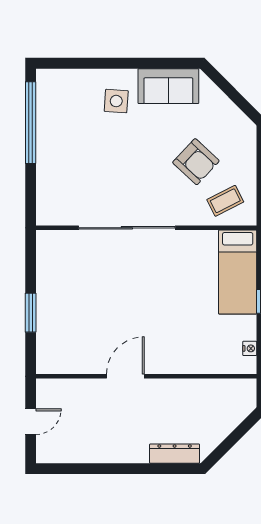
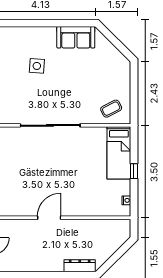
side table: (116, 101) -> (37, 66), moved
armchair: (196, 162) -> (93, 84), removed

